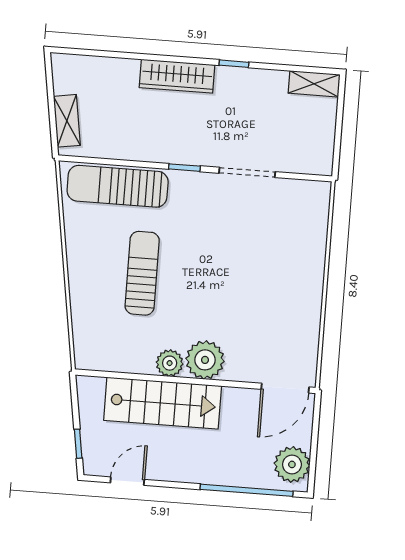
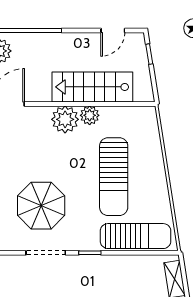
parasol: (248, 240) -> (41, 206), added
sun lounger: (142, 273) -> (114, 177), width x1.36, depth x1.34

